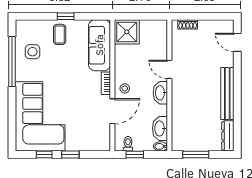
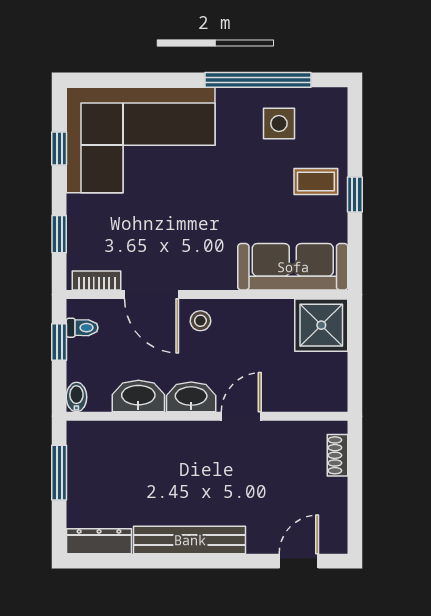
bookcase: (106, 83) -> (97, 280), moved
washbasin: (160, 128) -> (138, 396), moved
window: (70, 155) -> (59, 234), moved

